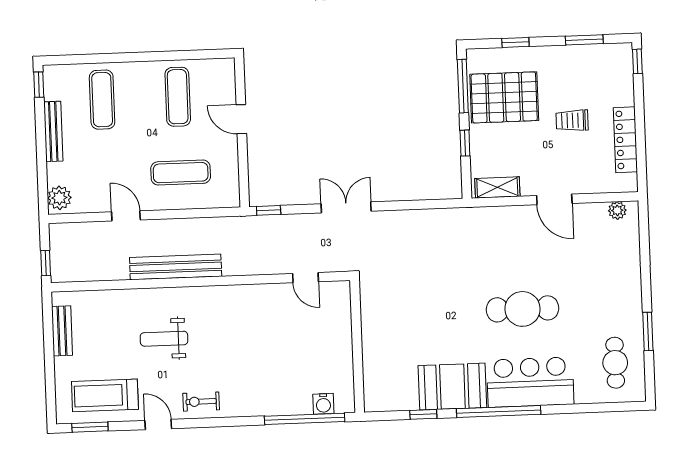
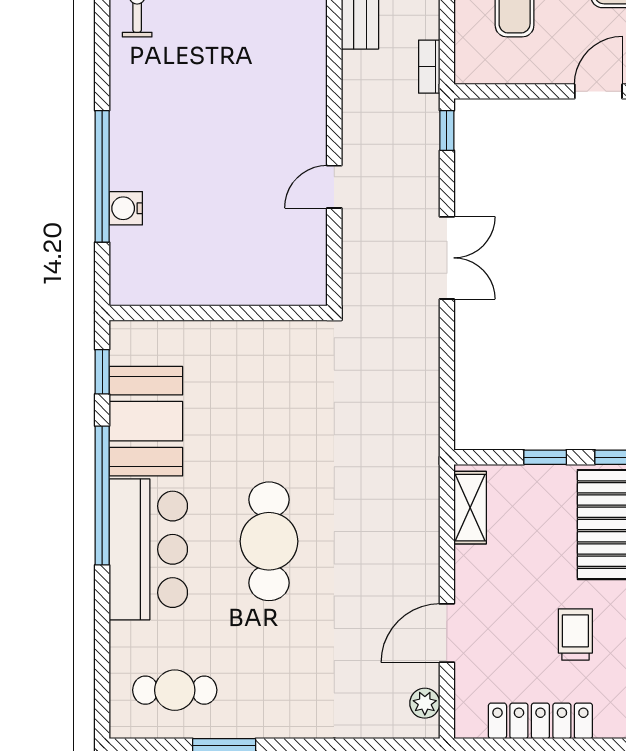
door: (554, 199) -> (447, 633), moved
bookcase: (230, 223) -> (429, 67), added
wall: (357, 346) -> (218, 313), moved

